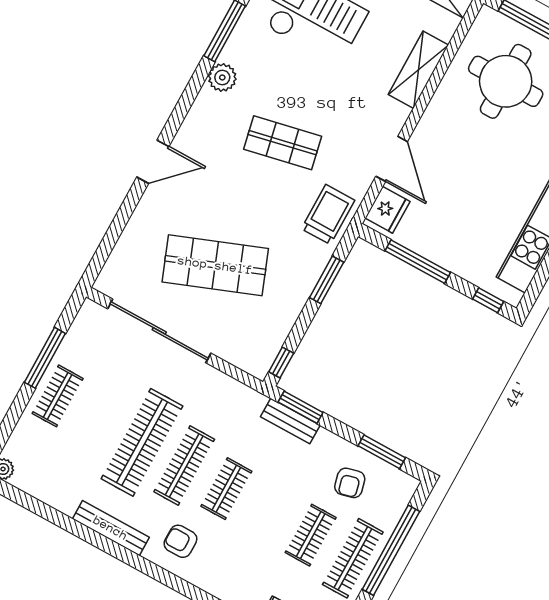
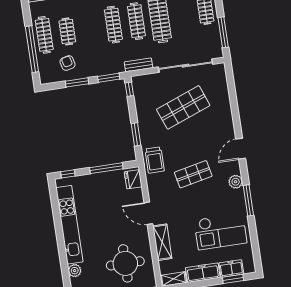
door: (392, 159) -> (148, 213), moved
door: (153, 162) -> (241, 149), moved
window: (45, 358) -> (223, 32), moved
bench: (290, 421) -> (139, 65), moved
window: (382, 452) -> (77, 82), moved
clothes rail: (226, 489) -> (113, 25), width x1.36

